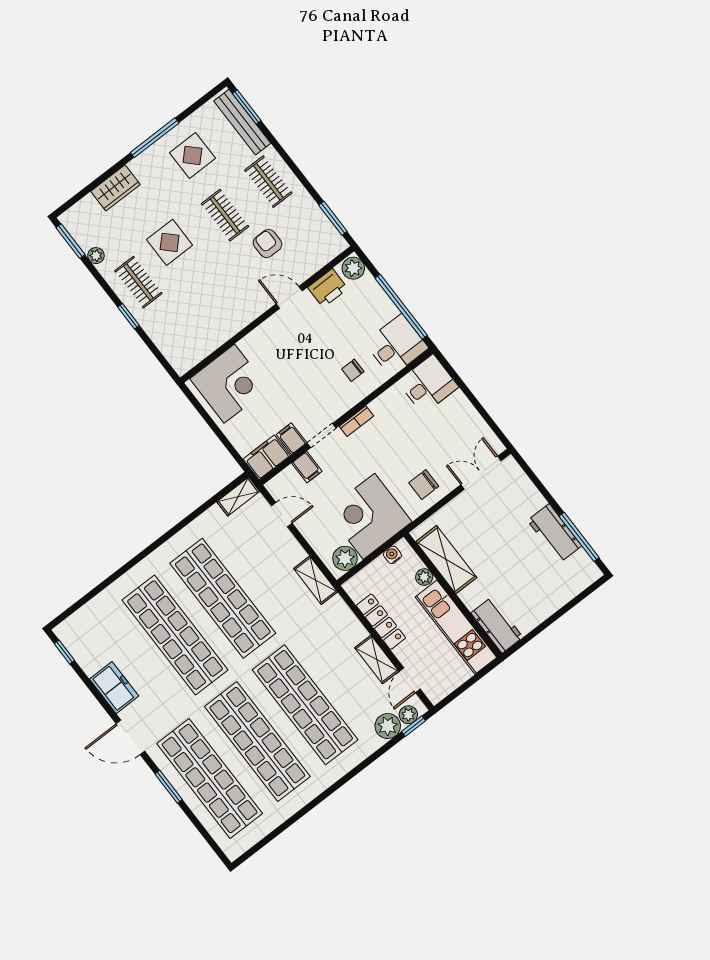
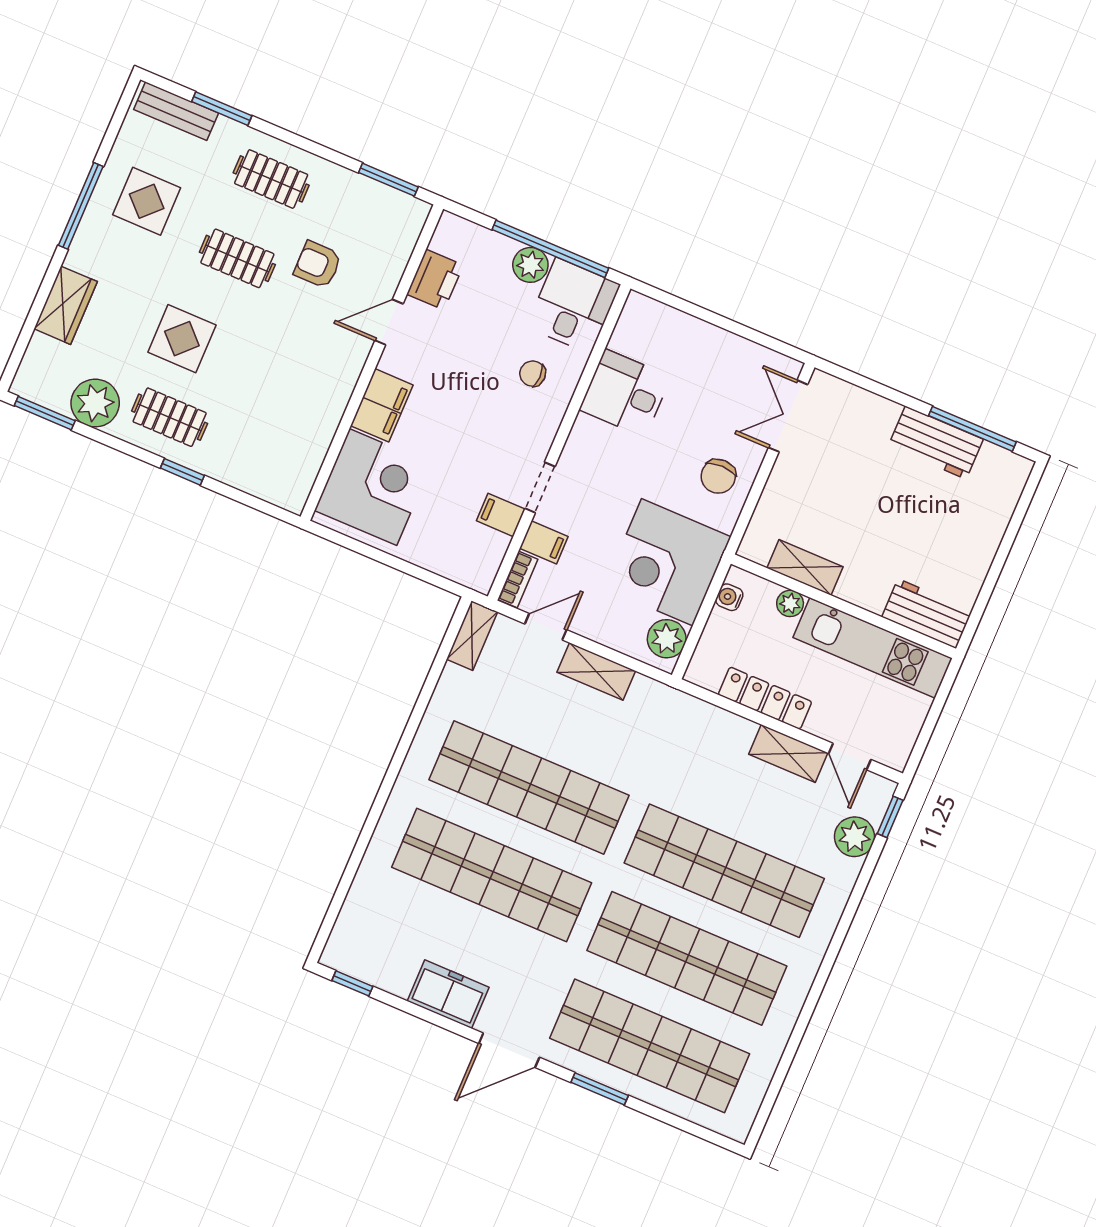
window: (247, 107) -> (222, 109), moved
bench: (242, 122) -> (176, 111), width x0.73
plant: (96, 256) -> (95, 403), width x1.88, depth x1.88
plant: (353, 268) -> (530, 265), moved
chair: (353, 370) -> (533, 374), turned 90
desk: (428, 384) -> (625, 393), moved, turned -90
bookcase: (356, 421) -> (518, 579), moved
filing cabinet: (267, 457) -> (382, 405), moved, turned 180
shelving: (446, 560) -> (805, 567), width x0.67, depth x0.75
shelving: (316, 580) -> (596, 671), moved
plant: (408, 715) -> (874, 805), removed

